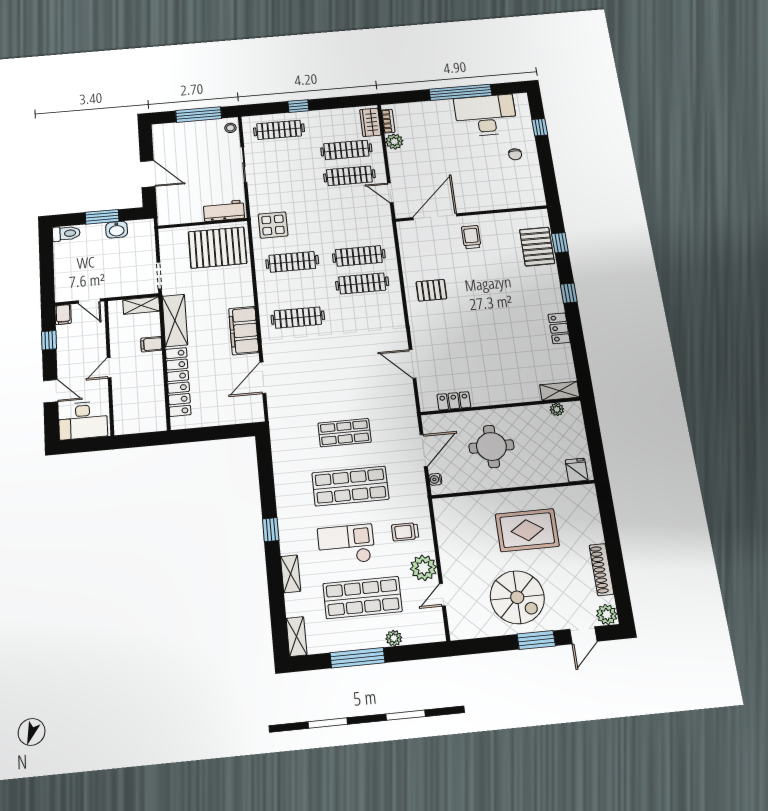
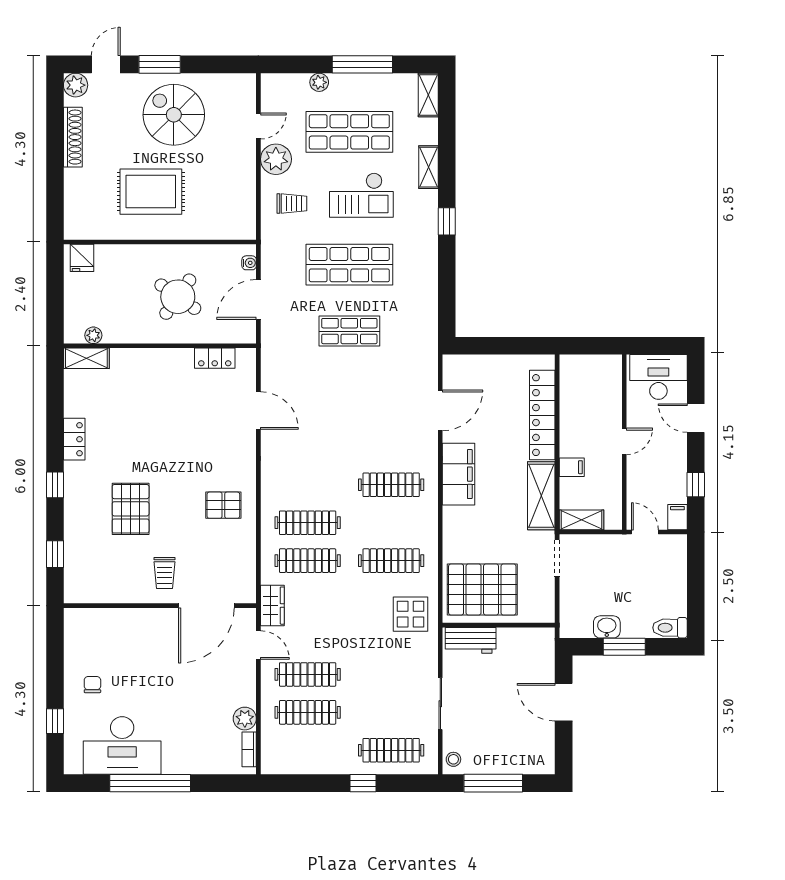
wardrobe: (370, 122) -> (272, 606), moved
pallet: (537, 247) -> (131, 509), moved
round table: (491, 446) -> (178, 297), turned 35

